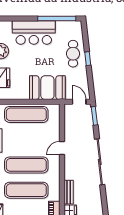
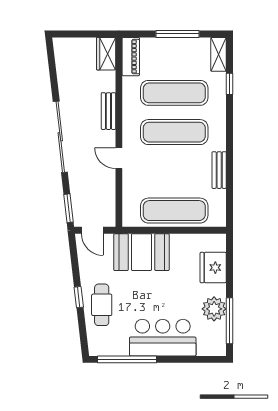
door: (62, 148) -> (119, 158), swing flipped
bench: (69, 192) -> (108, 111), moved

